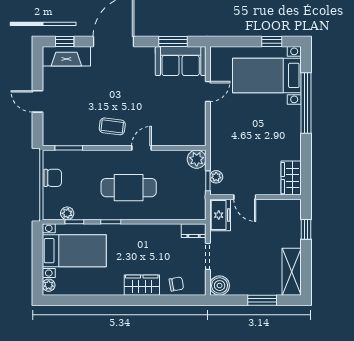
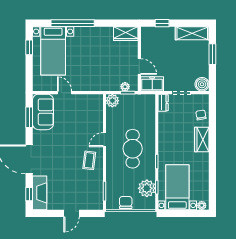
door: (141, 148) -> (104, 140), hinge flipped
door: (245, 197) -> (139, 66), hinge flipped
plant: (67, 213) -> (147, 188), width x1.88, depth x1.88

